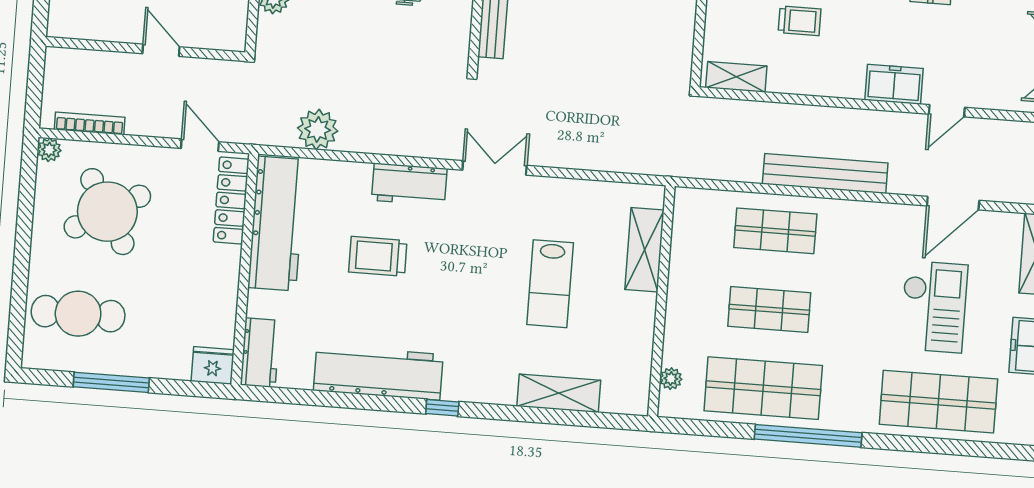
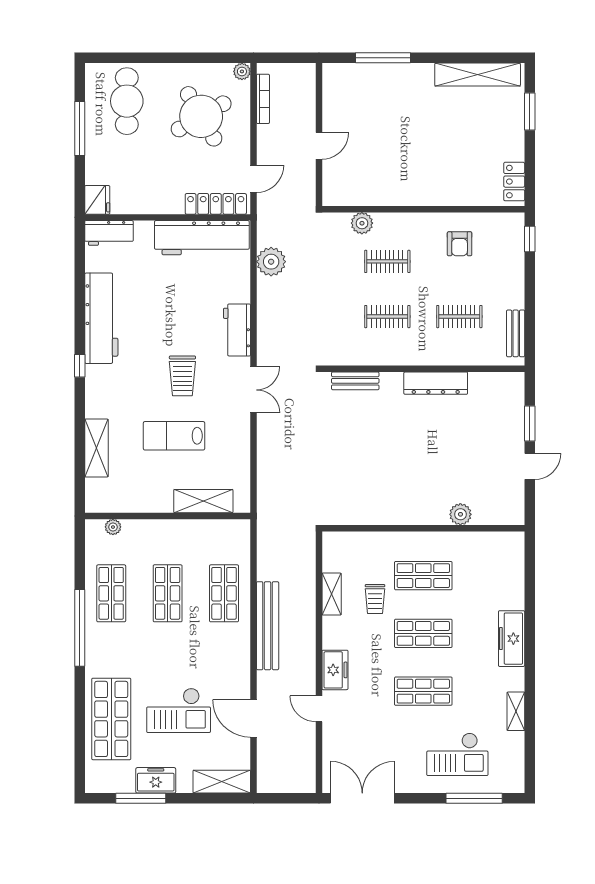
shelving: (736, 77) -> (332, 594), moved
trolley: (378, 256) -> (182, 376), moved, turned 180
shop shelf: (763, 388) -> (111, 593), width x0.70, depth x0.74

